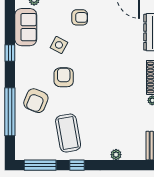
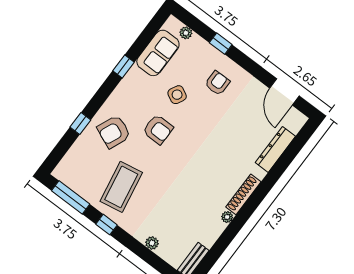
armchair: (80, 17) -> (217, 83), turned -90
armchair: (64, 77) -> (158, 129), turned 90
window: (10, 112) -> (80, 124), width x0.32

